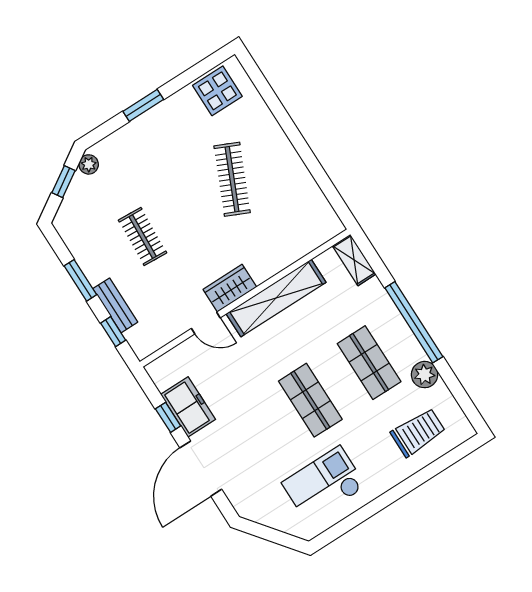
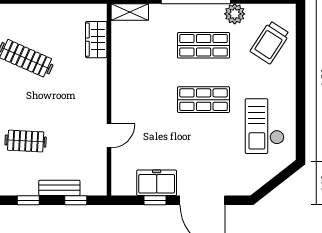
window: (80, 280) -> (28, 200), width x0.67
wardrobe: (230, 288) -> (96, 40), moved
shelving: (276, 298) -> (122, 79), removed
trolley: (418, 432) -> (270, 42), turned -147

